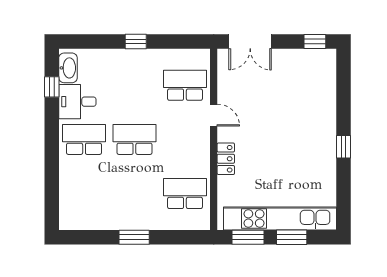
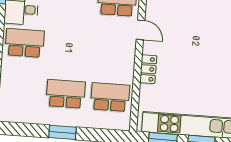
school desk: (134, 139) -> (66, 94), moved

